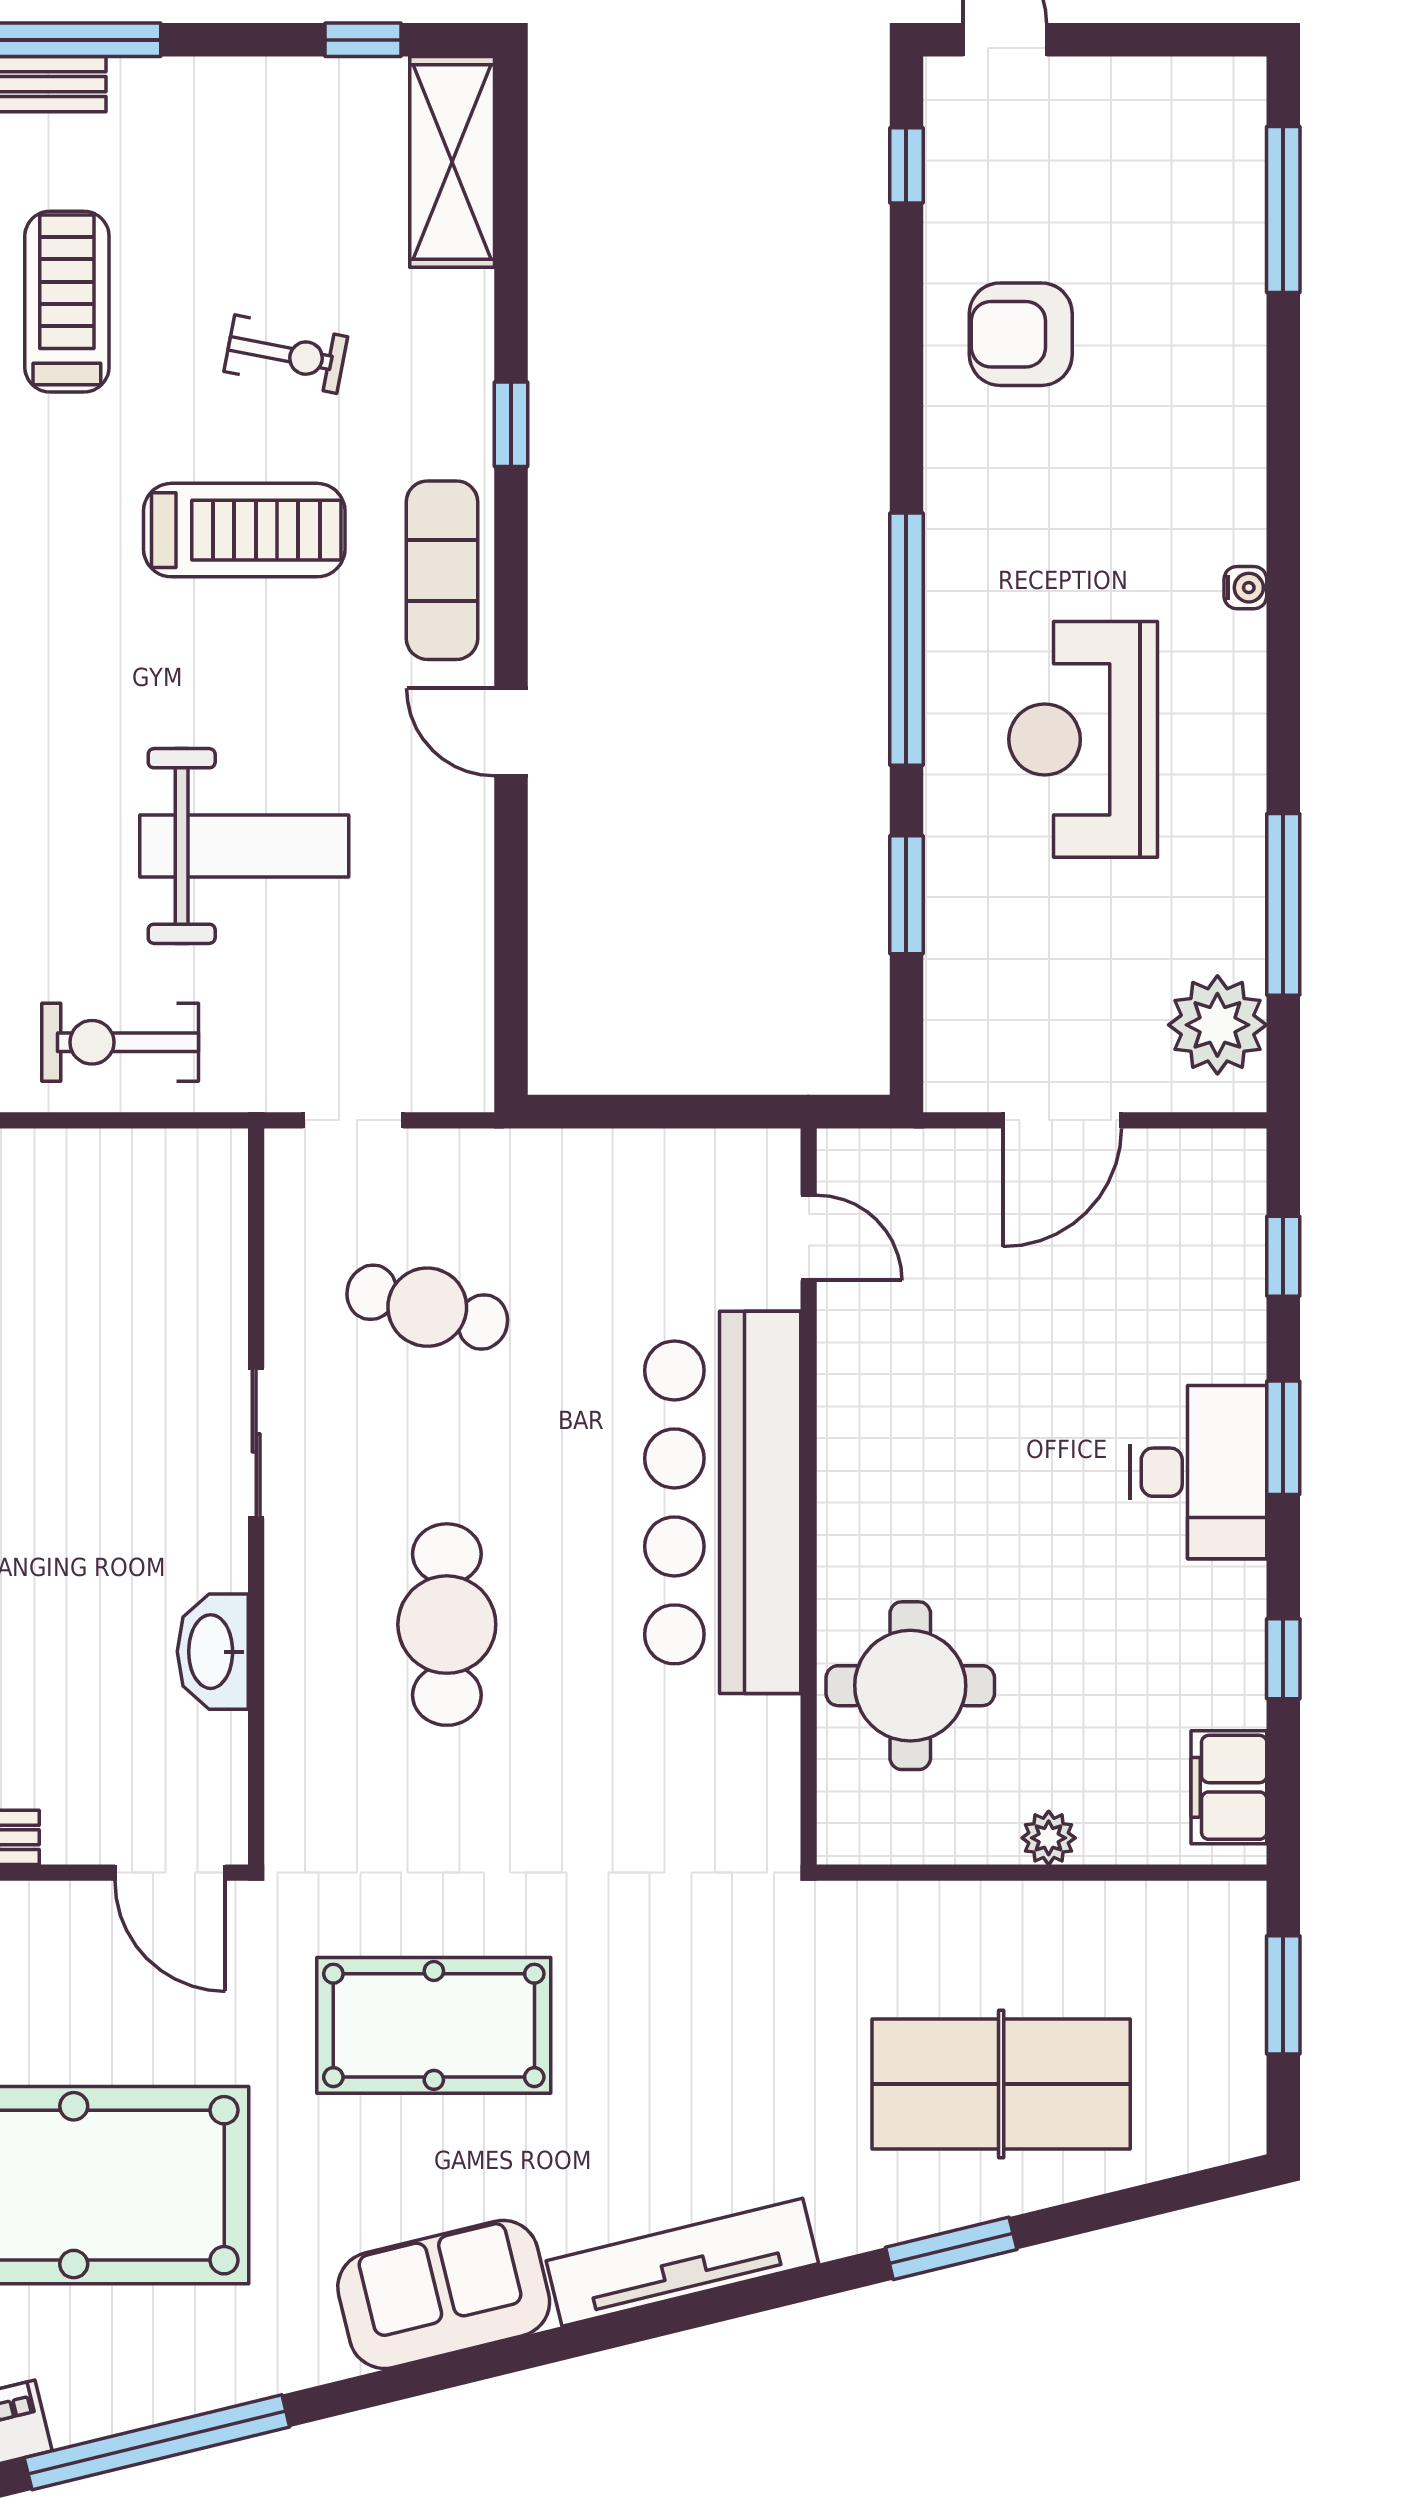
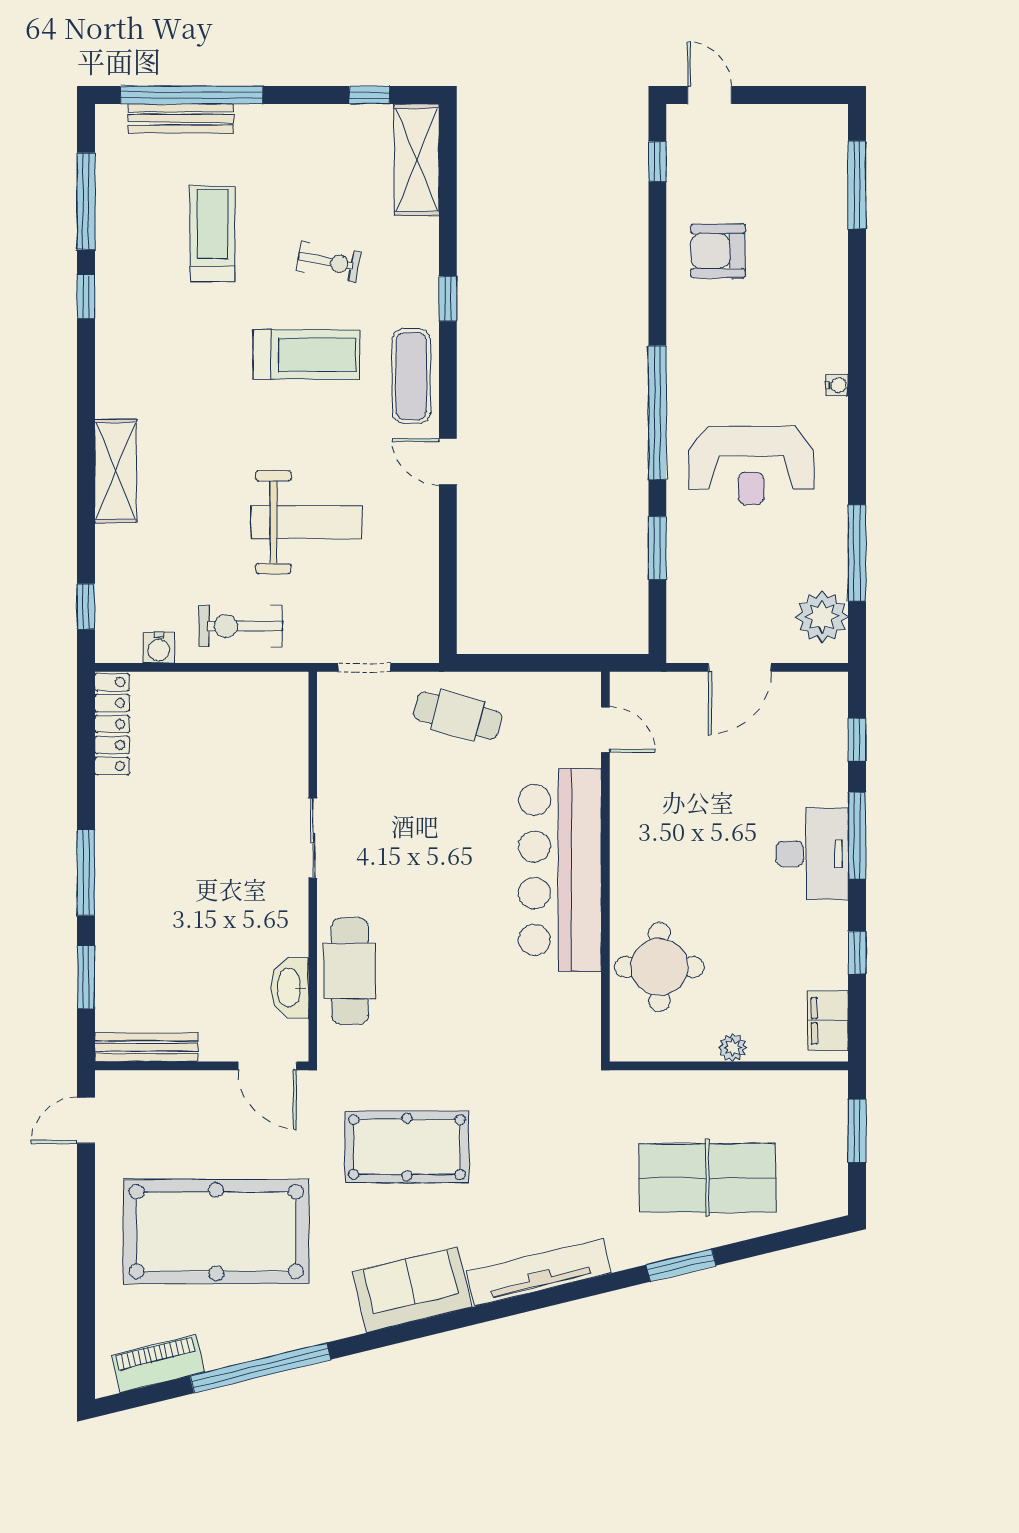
reception desk: (1083, 739) -> (751, 466), turned -90
cafe table: (427, 1307) -> (458, 716), moved
window: (1283, 1438) -> (857, 836), width x1.44
cafe table: (447, 1625) -> (350, 971), moved
washbasin: (213, 1652) -> (290, 988), moved

